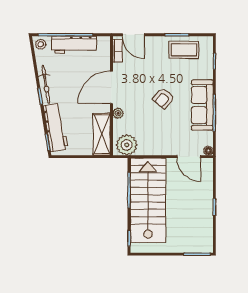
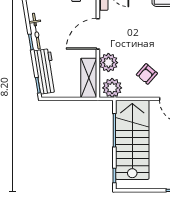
armchair: (164, 98) -> (147, 74), moved
plant: (118, 113) -> (108, 63), width x1.88, depth x1.88

